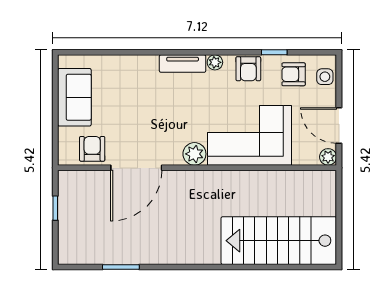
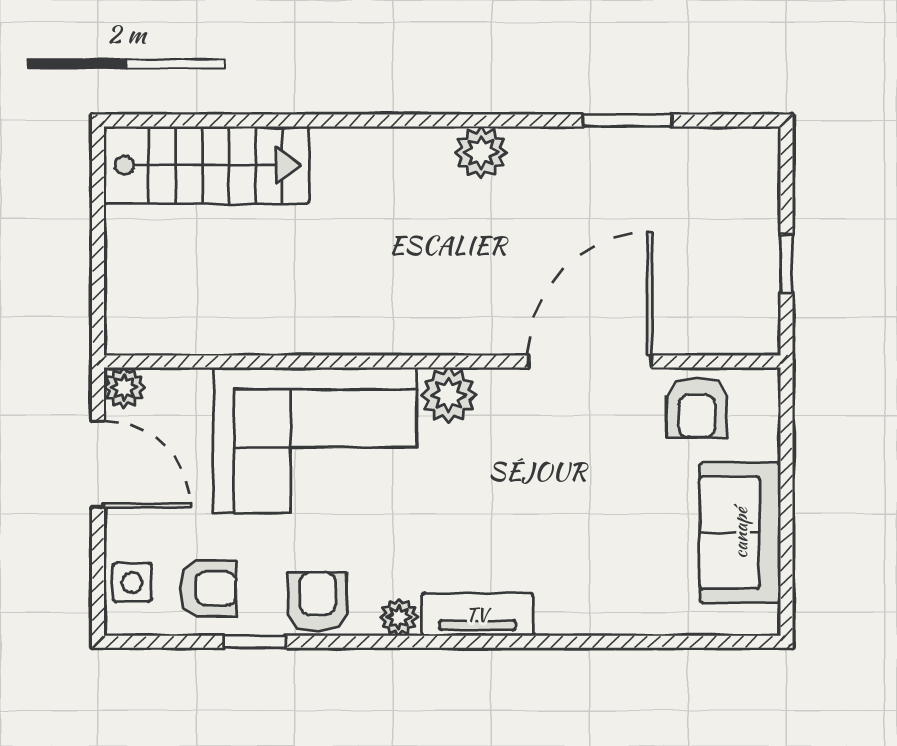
stairs: (279, 241) -> (206, 165), width x0.73, depth x0.66
plant: (181, 254) -> (481, 153), added

